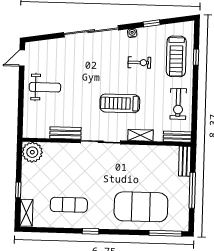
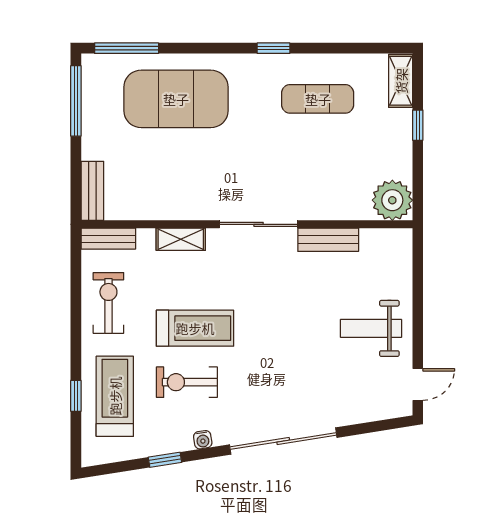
exercise bike: (139, 63) -> (187, 382), width x1.38, depth x1.39
treadmill: (120, 103) -> (195, 328), moved
window: (192, 190) -> (76, 101), moved

